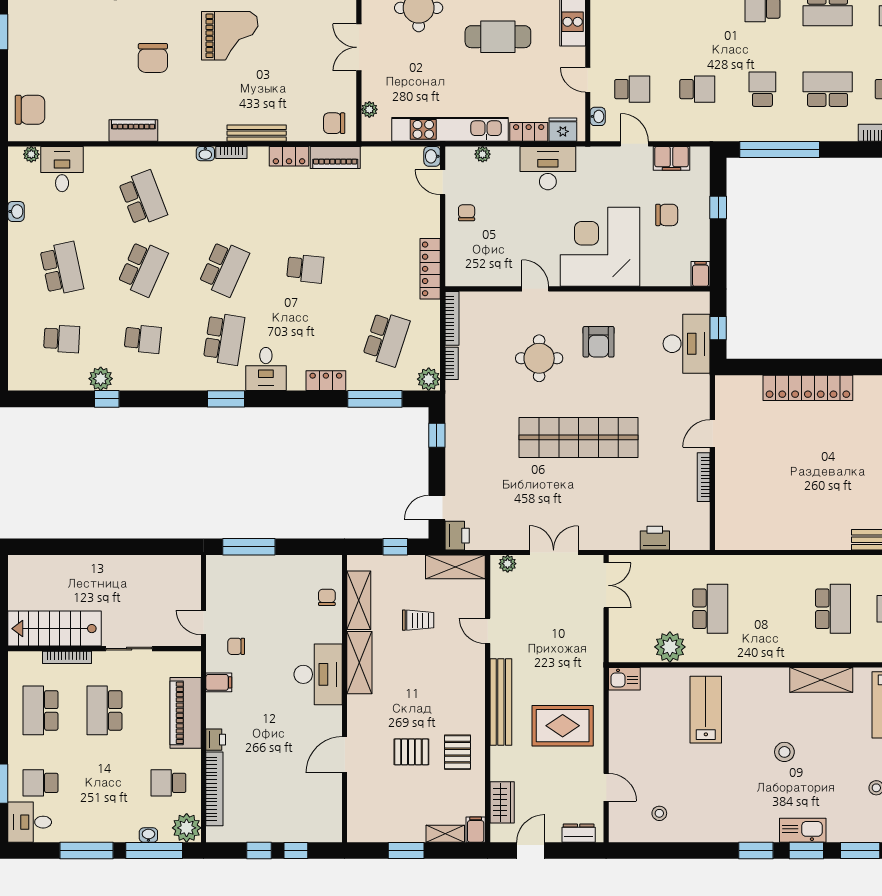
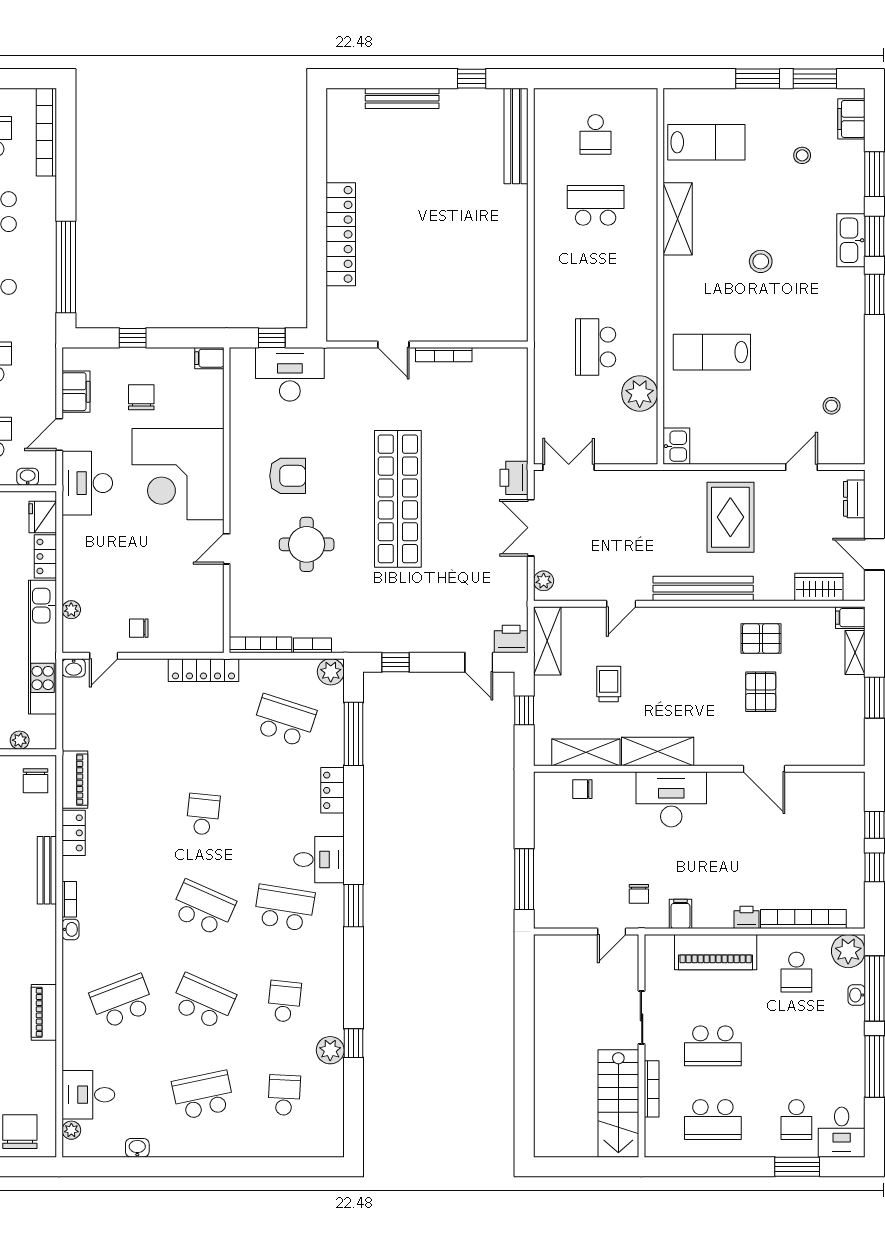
desk: (548, 168) -> (87, 483), moved
printer: (655, 538) -> (514, 478), moved
school desk: (710, 609) -> (596, 347), turned -90

